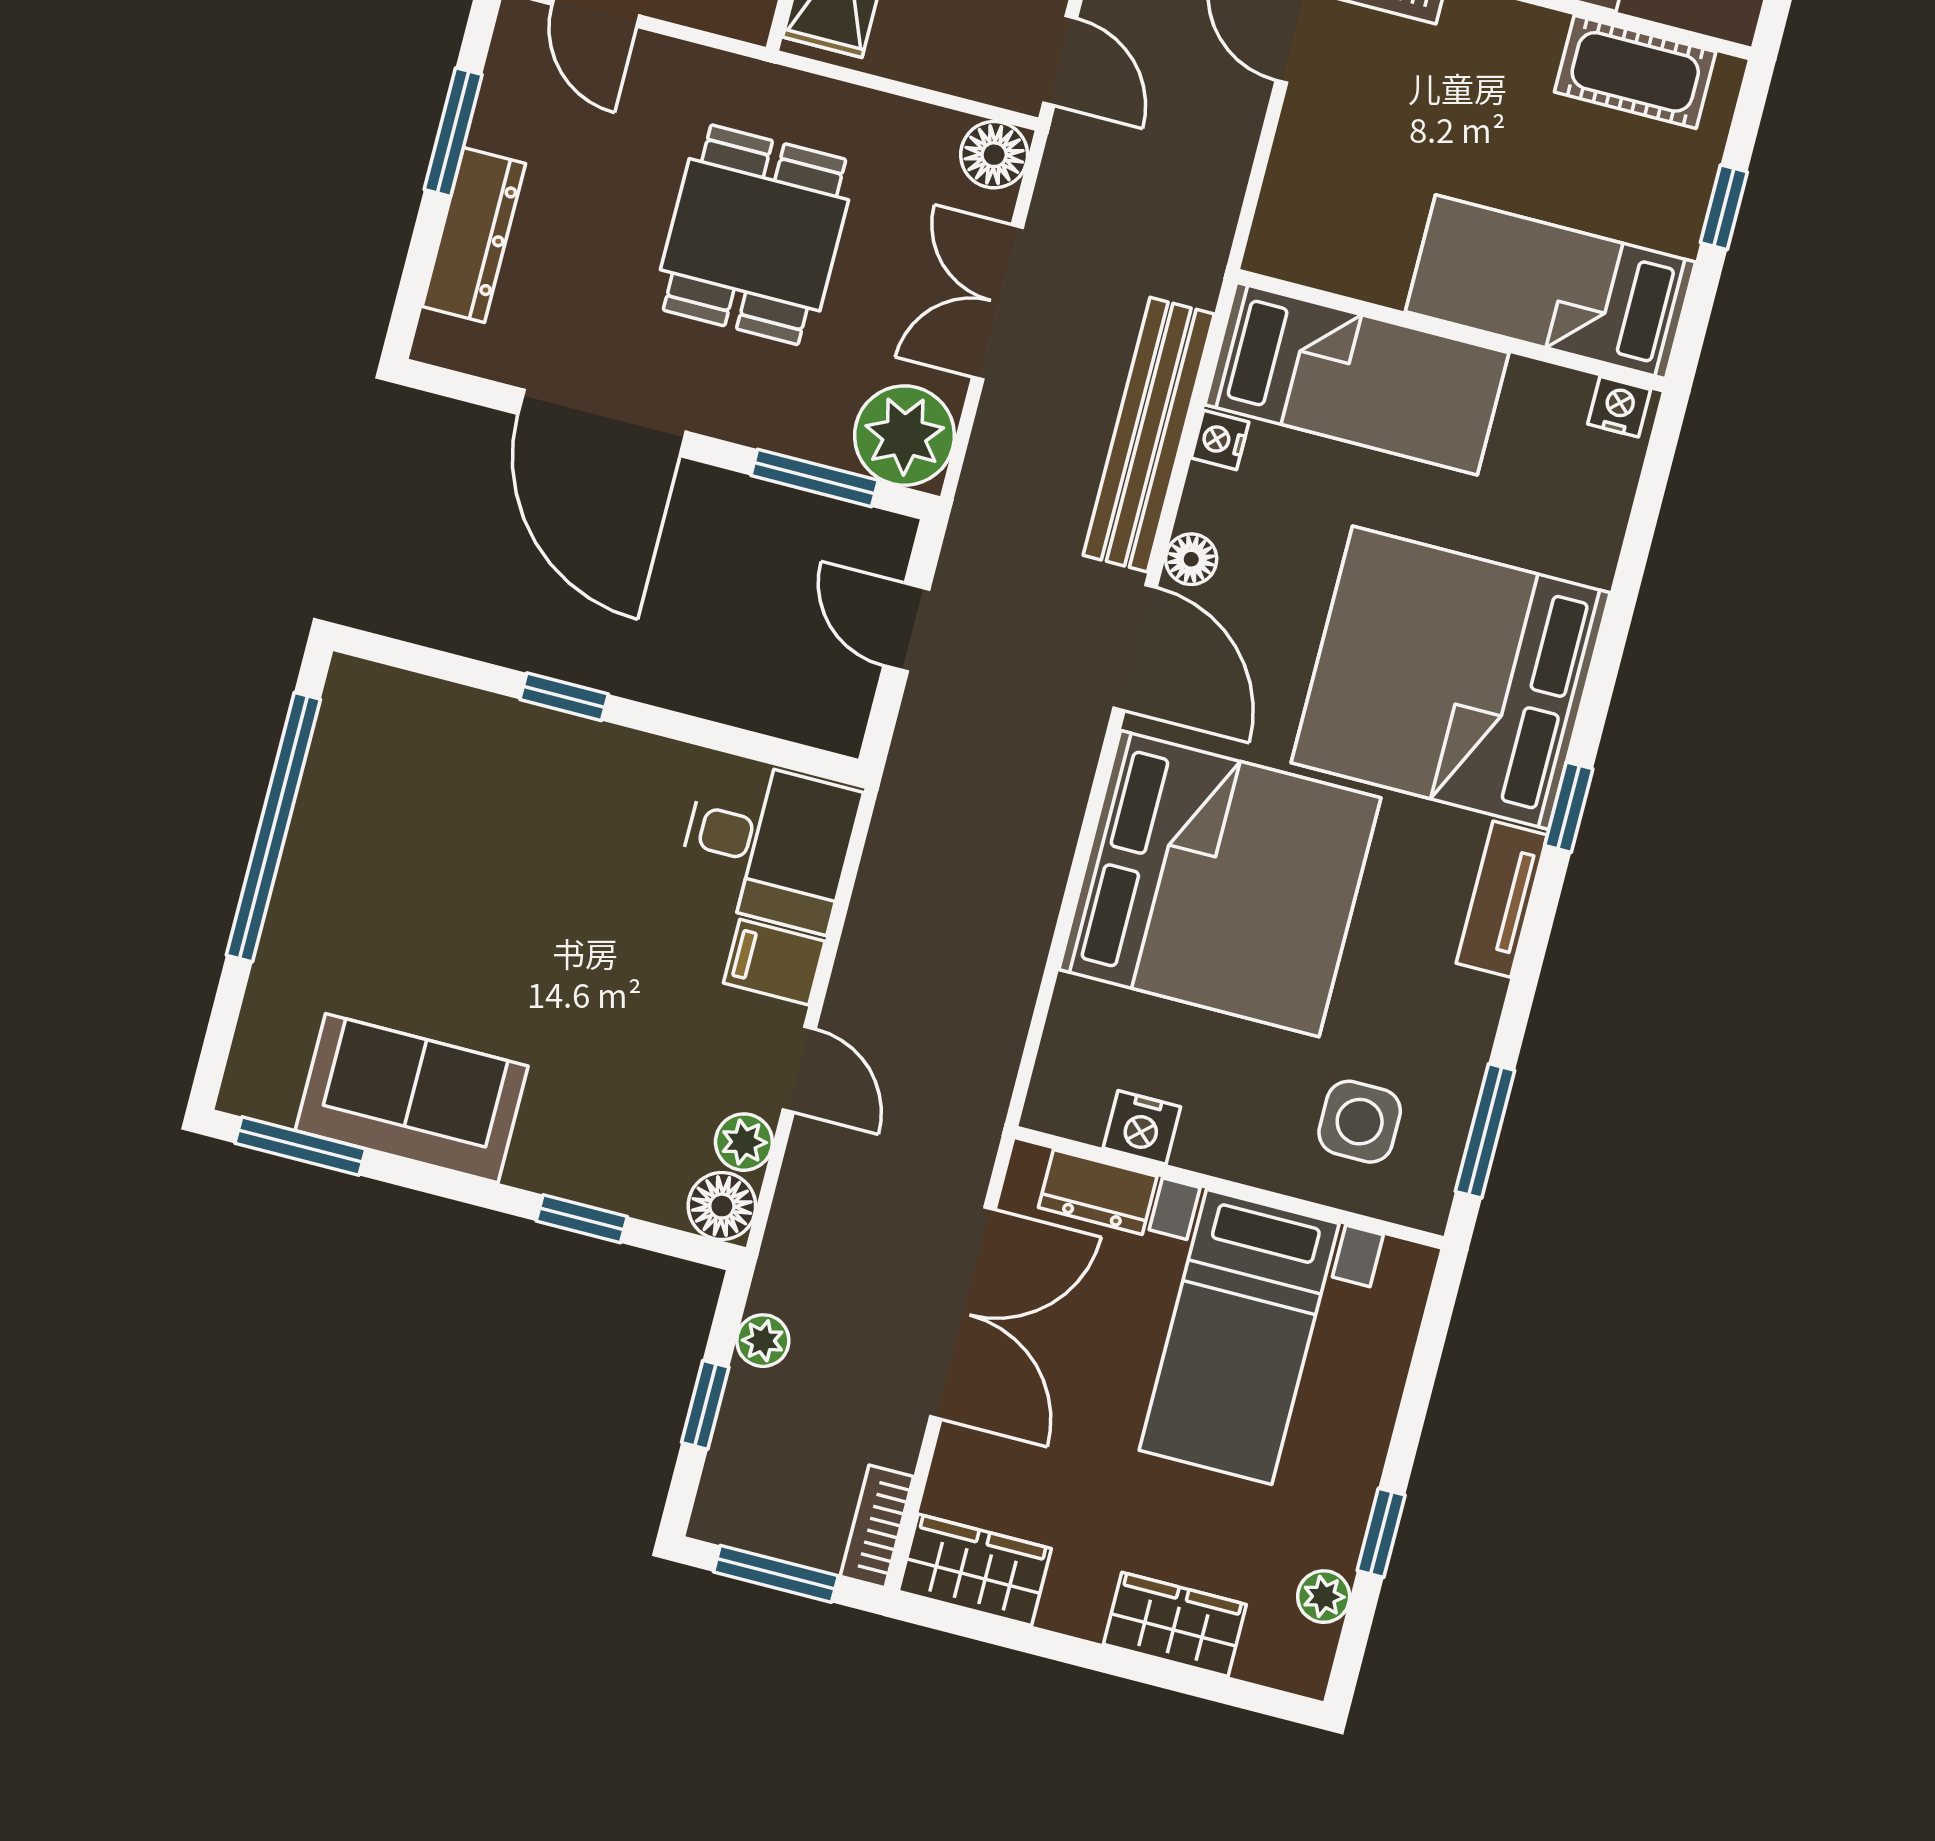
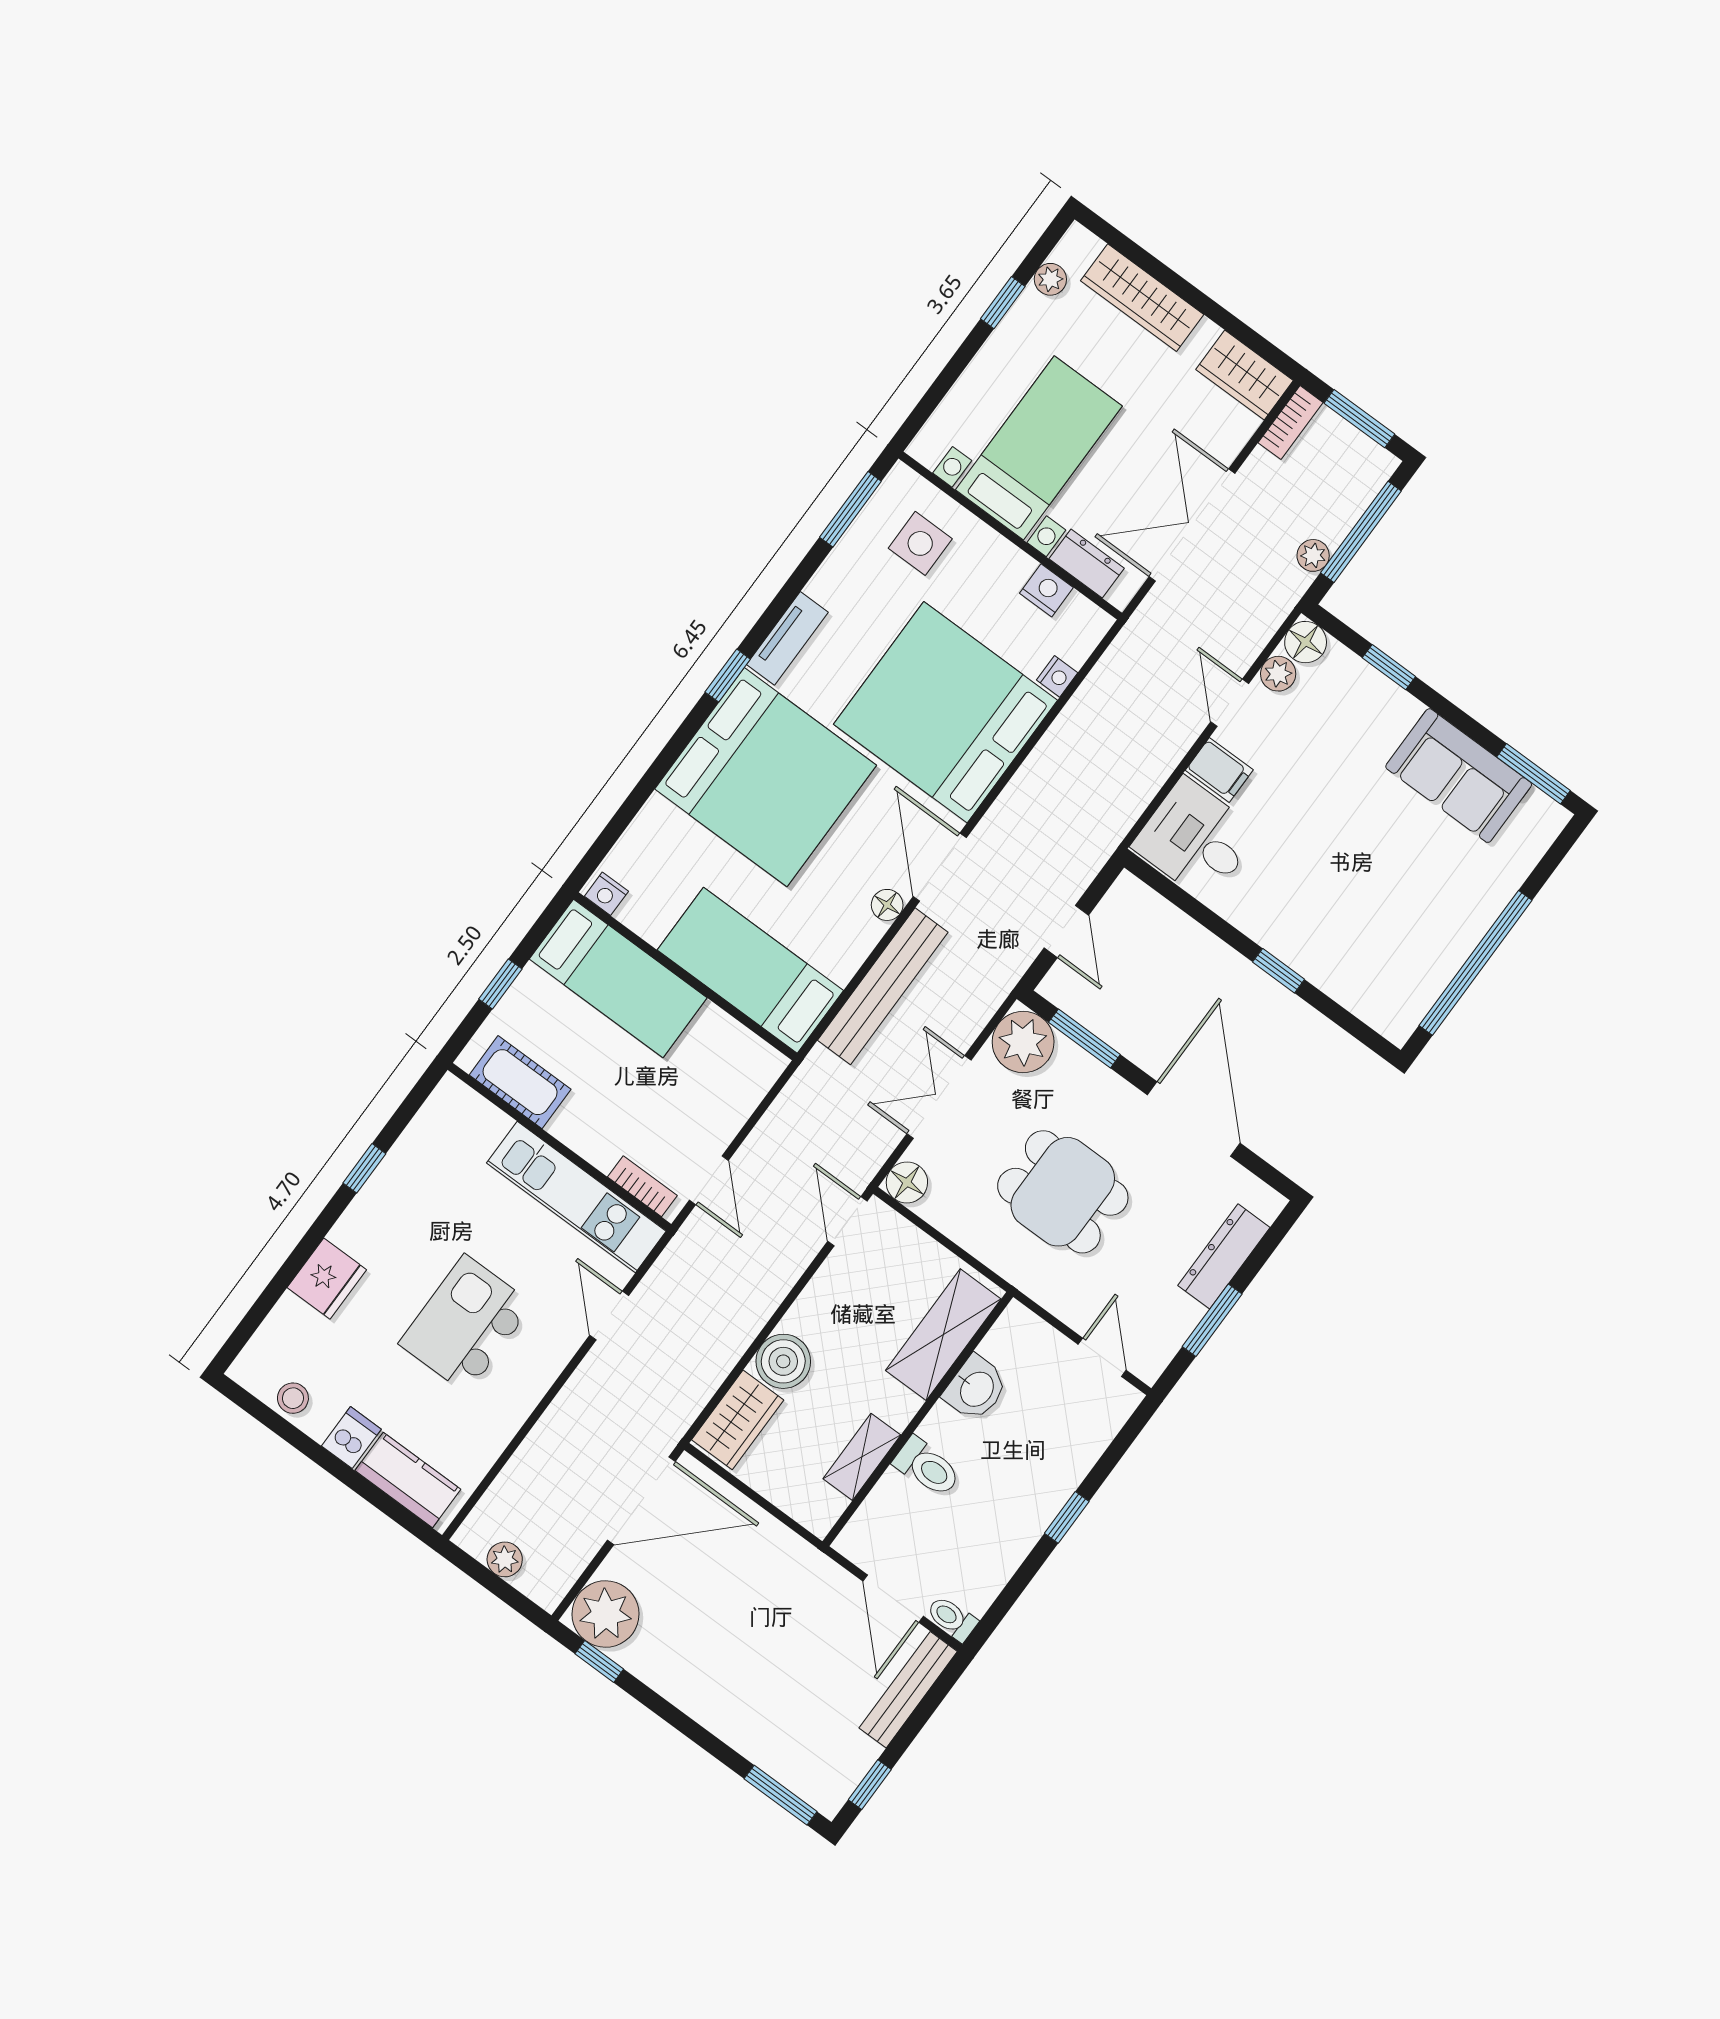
dining table: (754, 235) -> (1063, 1192), turned 90
double door: (997, 302) -> (939, 1097), swing flipped
nightstand: (1220, 440) -> (1057, 676), moved
window: (705, 1405) -> (1361, 532), width x2.17
wardrobe: (1175, 1624) -> (1142, 298), width x1.50

